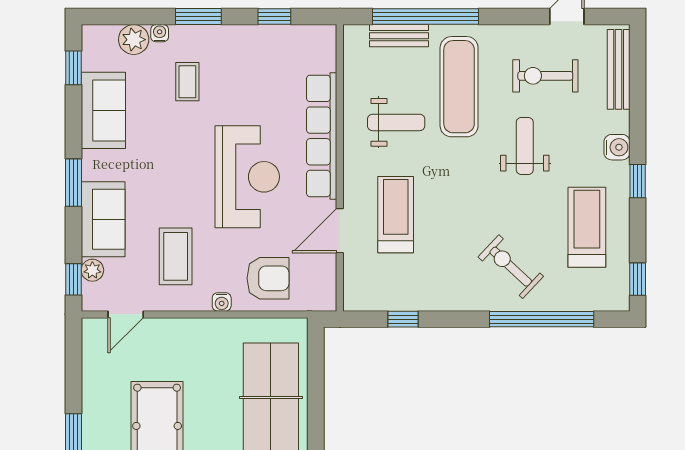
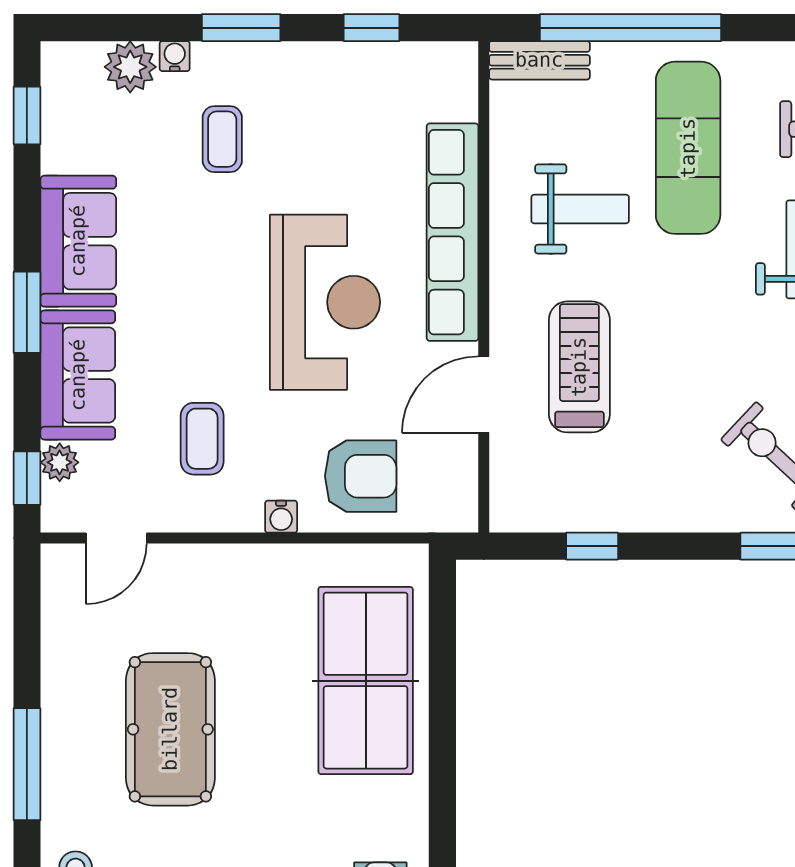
bench: (399, 36) -> (539, 60), moved
sofa: (103, 110) -> (78, 241), moved
coffee table: (176, 256) -> (202, 439), width x0.73, depth x0.77

